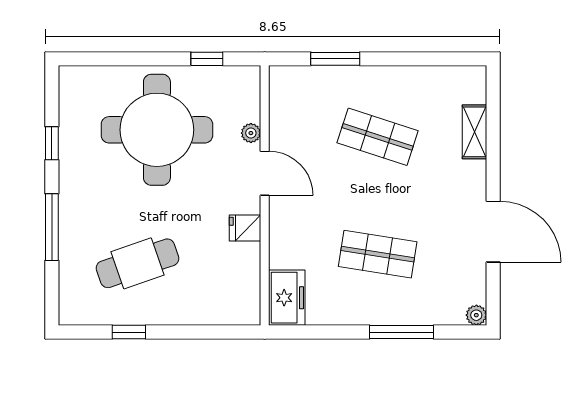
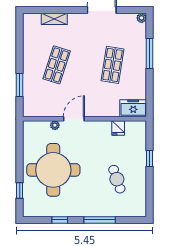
window: (207, 59) -> (20, 191), moved
fridge: (245, 228) -> (118, 128), moved
cafe table: (137, 263) -> (117, 179), width x0.73, depth x0.74
window: (129, 332) -> (150, 158), moved

